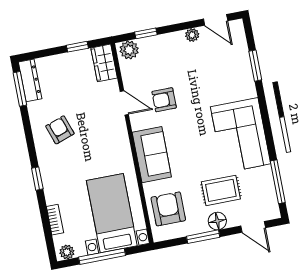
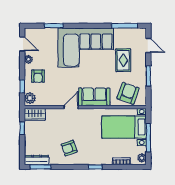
door: (216, 20) -> (22, 44), hinge flipped
armchair: (164, 100) -> (38, 76), moved
door: (124, 103) -> (71, 107), moved
corner sofa: (241, 135) -> (86, 48), width x1.36, depth x1.36
armchair: (168, 209) -> (128, 93), turned 110
floor lamp: (217, 221) -> (141, 66), removed
door: (253, 227) -> (148, 45), hinge flipped

